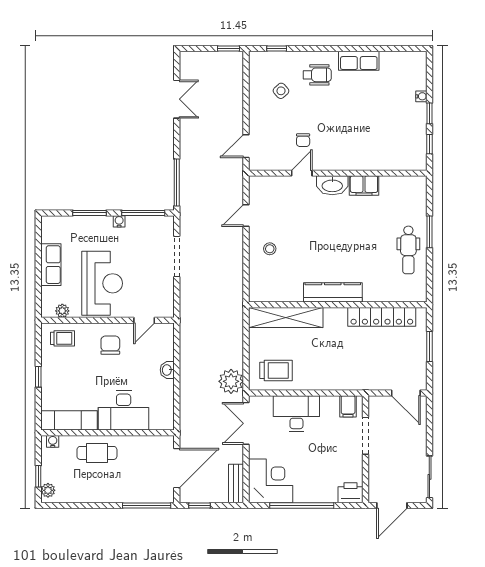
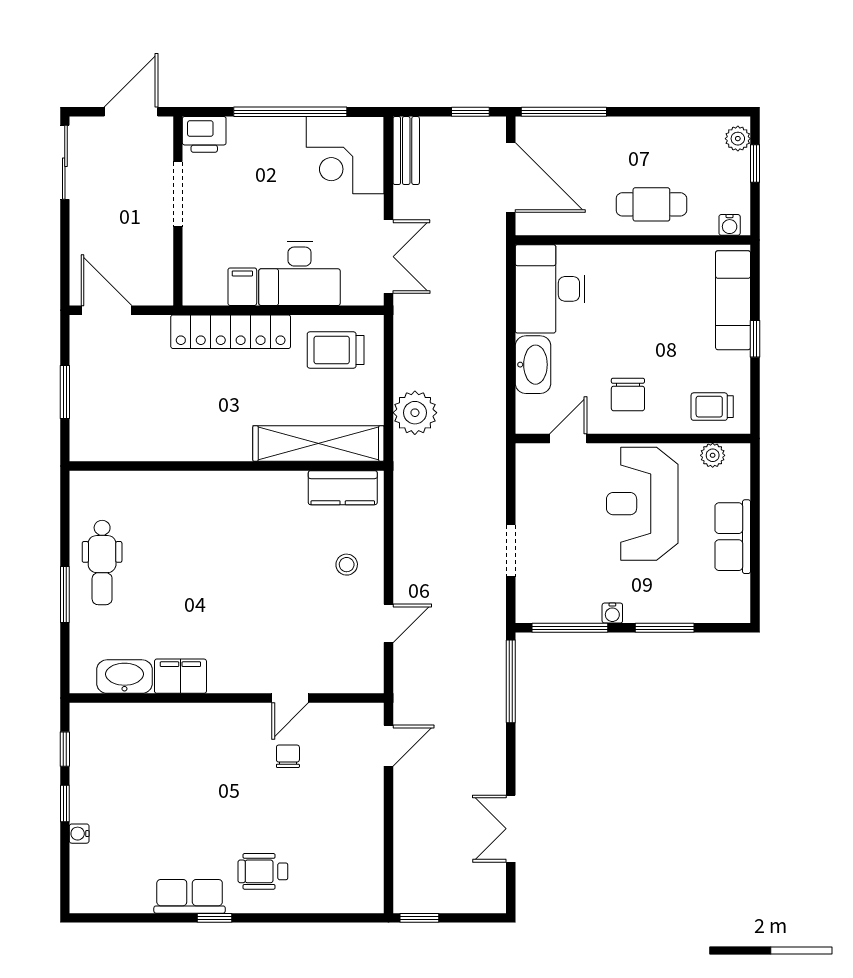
window: (277, 48) -> (214, 918), moved
side table: (281, 91) -> (327, 843), removed
washbasin: (332, 185) -> (124, 677), moved
dental chair: (408, 250) -> (102, 562), turned 180
doorway: (177, 257) -> (511, 551), width x0.73
kitchen counter: (333, 292) -> (343, 488), moved, width x0.67
locker: (382, 317) -> (231, 332), moved, turned 180
washbasin: (167, 370) -> (533, 365), width x1.91, depth x1.45
plant: (231, 381) -> (415, 413), moved
filing cabinet: (348, 406) -> (242, 287), moved
desk: (124, 410) -> (550, 289), moved, turned -90
exam couch: (69, 420) -> (733, 300), moved, turned 90
doorway: (365, 436) -> (178, 194), moved
door: (177, 468) -> (511, 178), swing flipped

